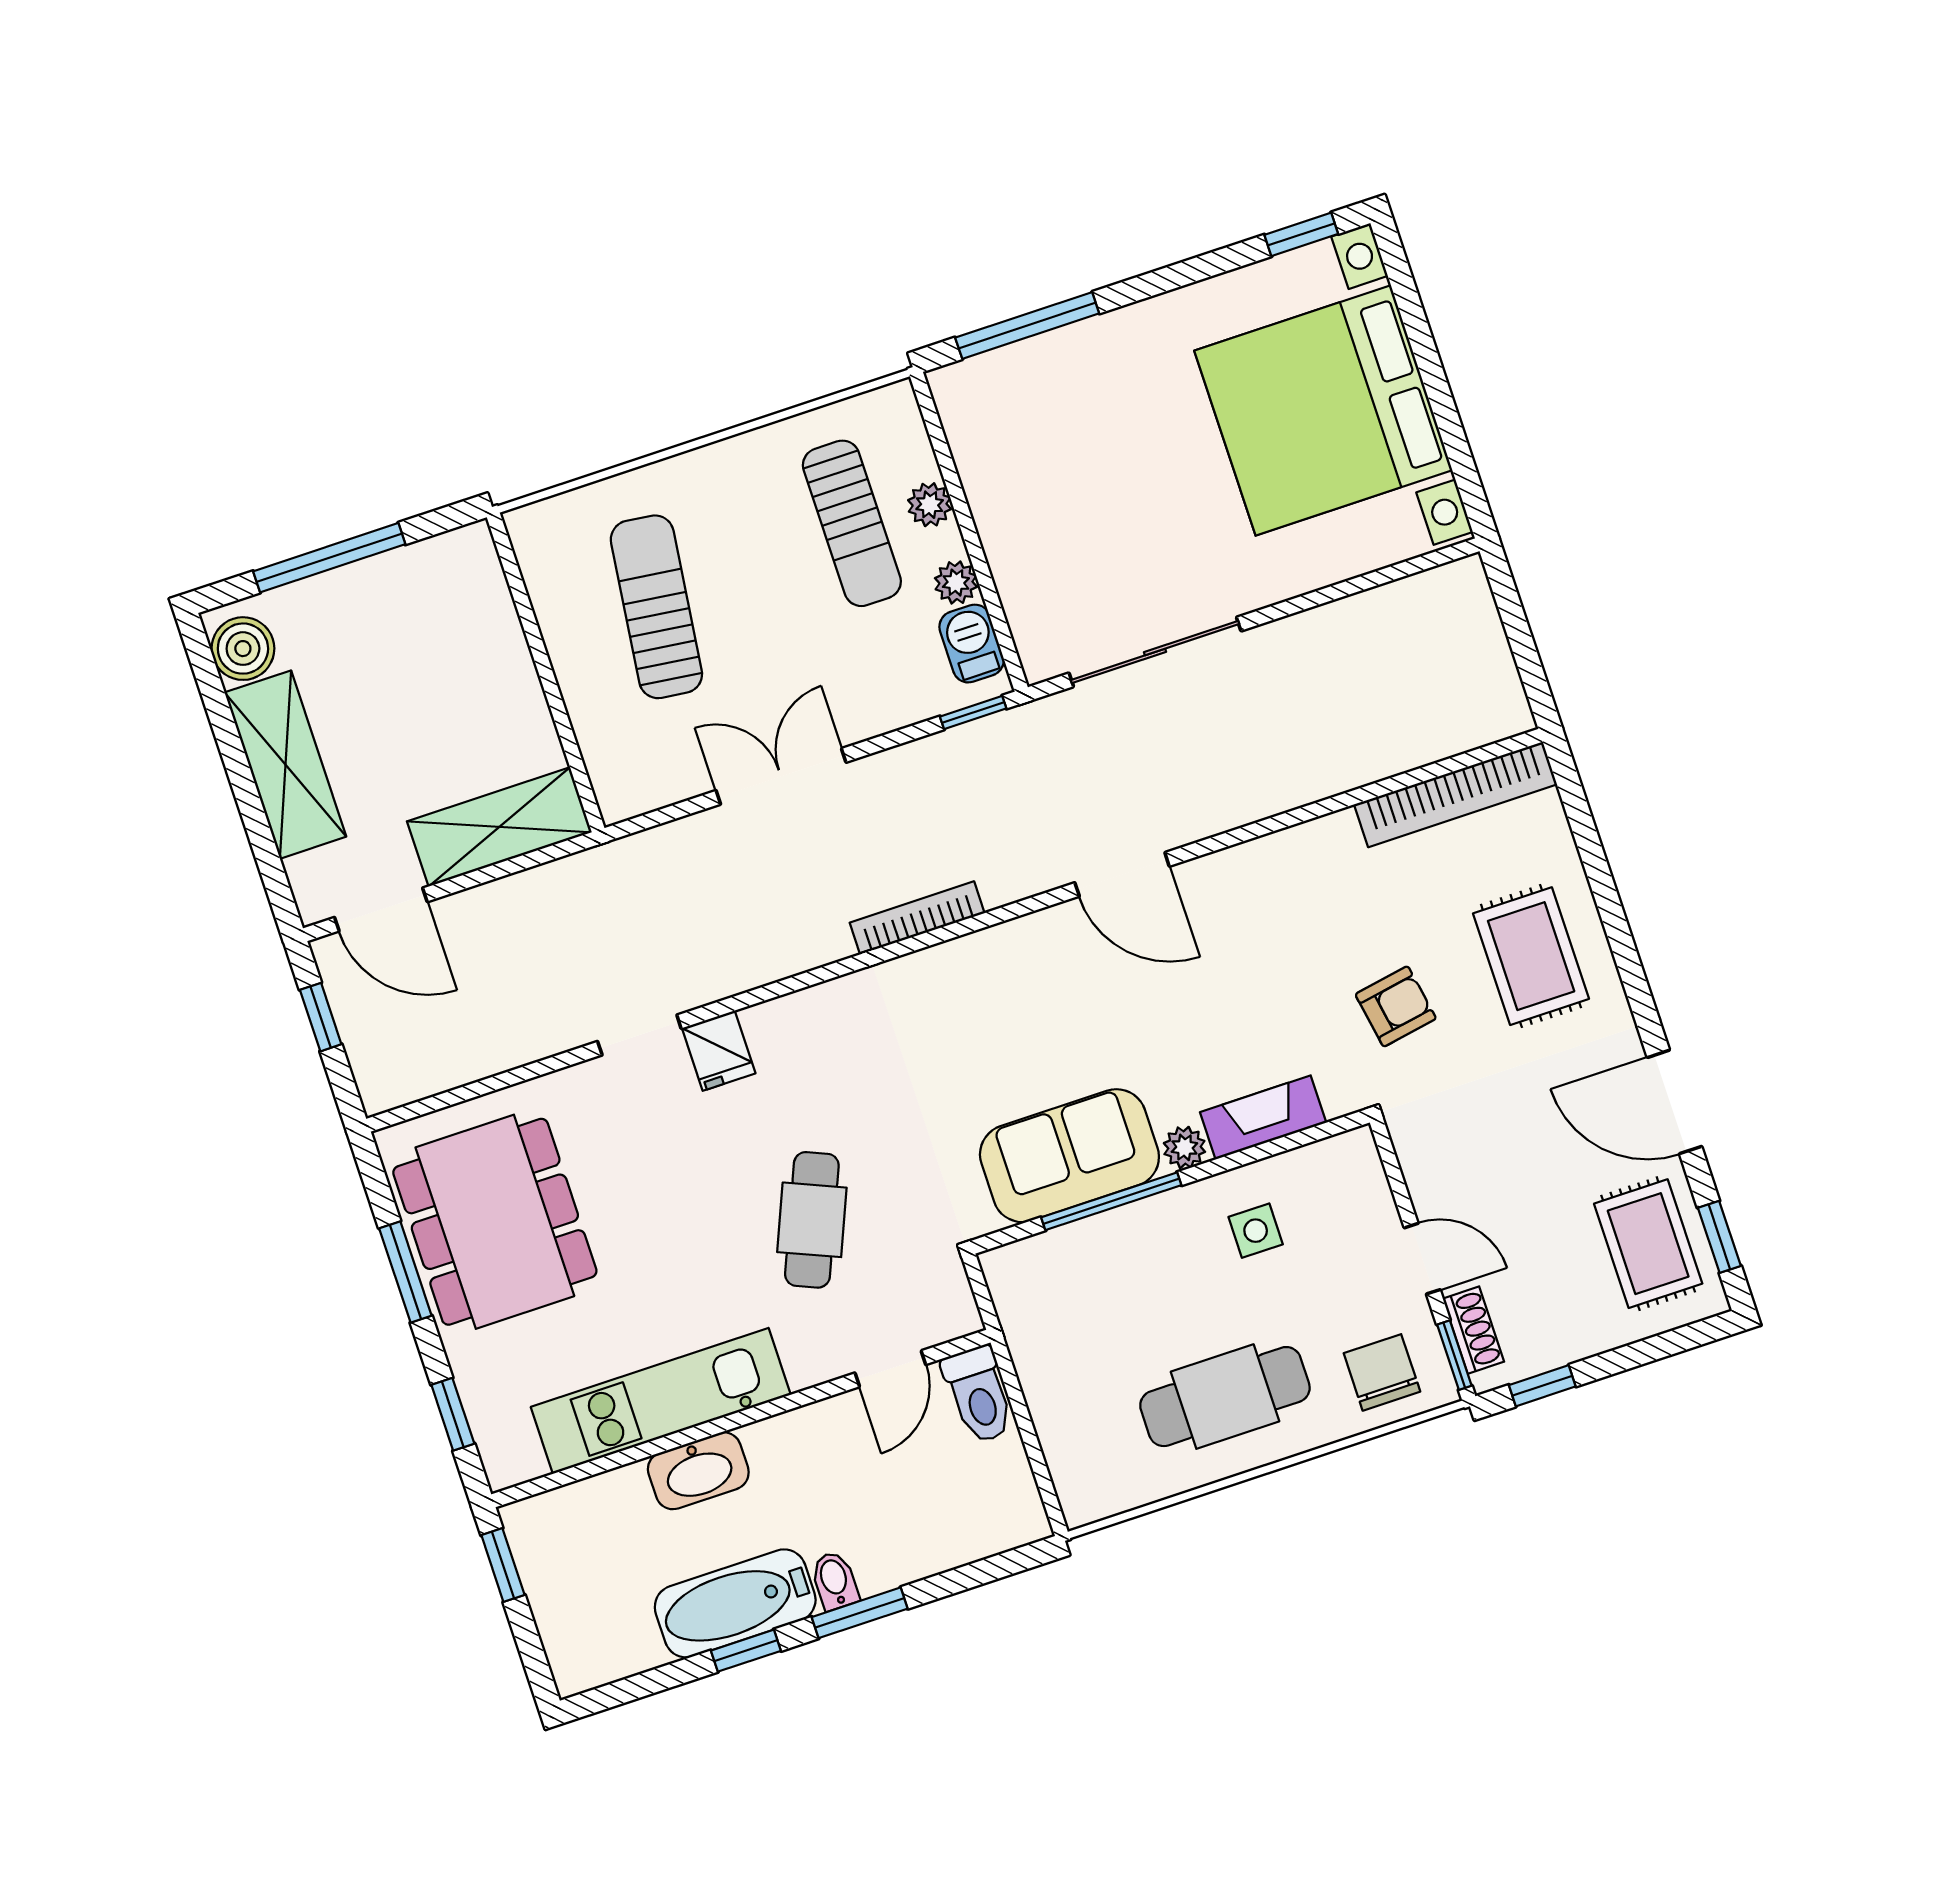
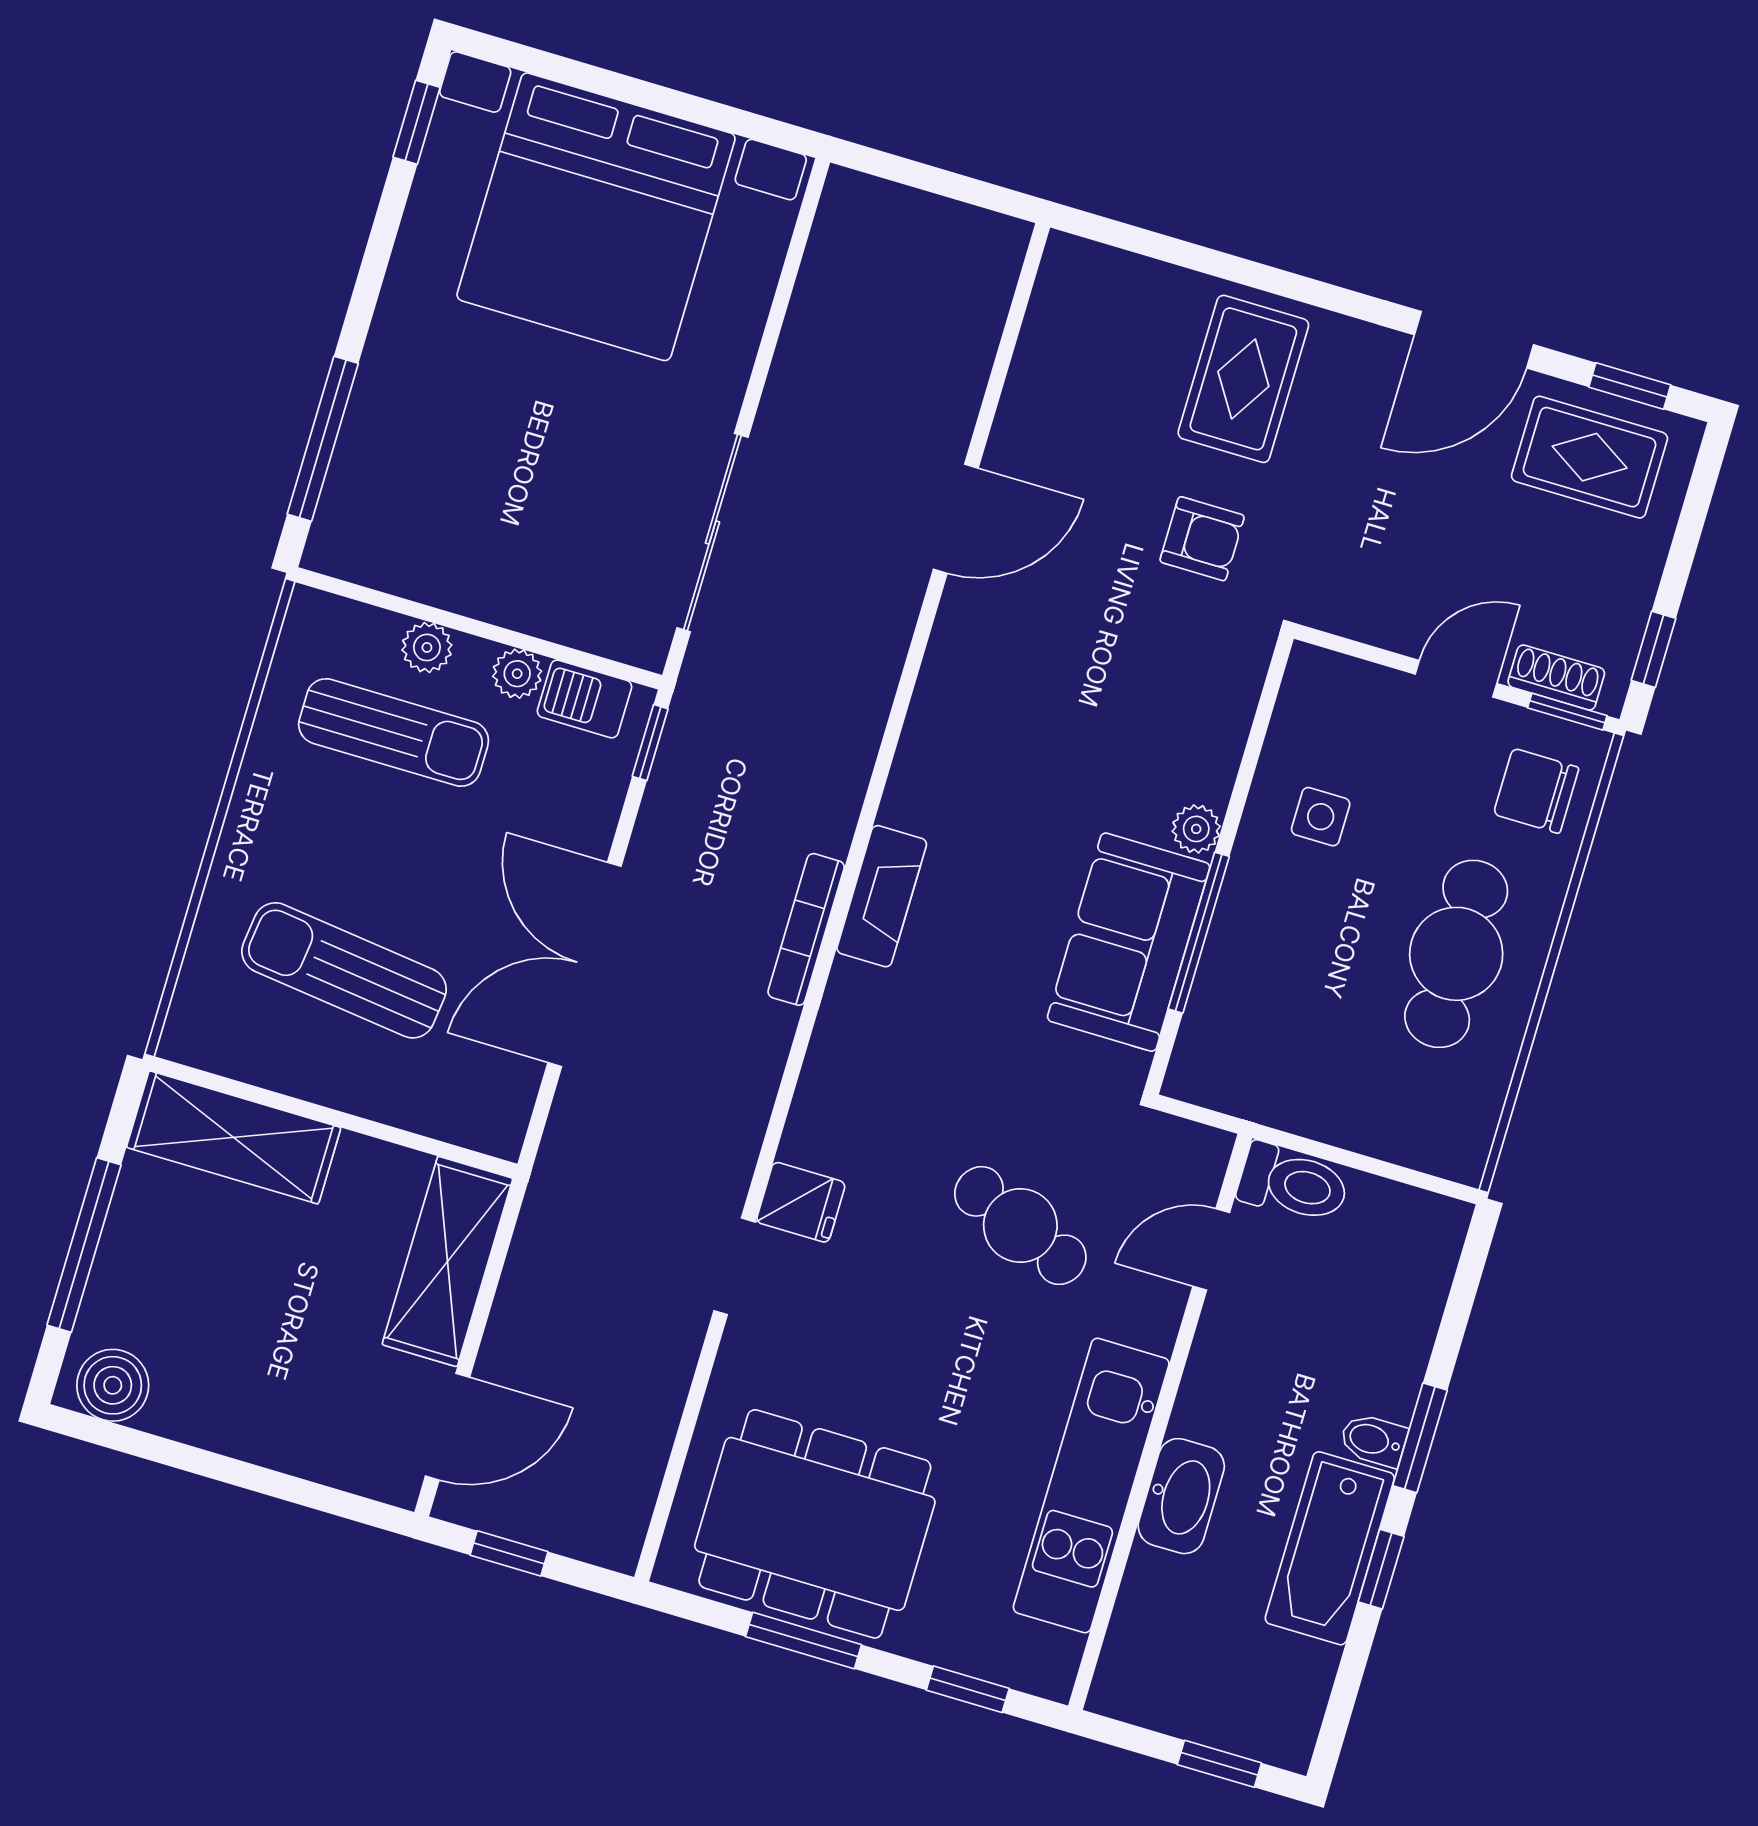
shelving: (285, 765) -> (234, 1137), moved
double door: (781, 776) -> (584, 964), width x1.37
bookcase: (1455, 794) -> (1042, 344), removed
door: (1122, 874) -> (956, 519), moved
rug: (1531, 956) -> (1243, 379), turned 90
armchair: (1396, 1006) -> (1202, 539), turned 100
fireplace: (1263, 1117) -> (882, 896), moved, turned 180
door: (890, 1369) -> (1211, 1249), swing flipped
window: (503, 1565) -> (1219, 1764), moved

